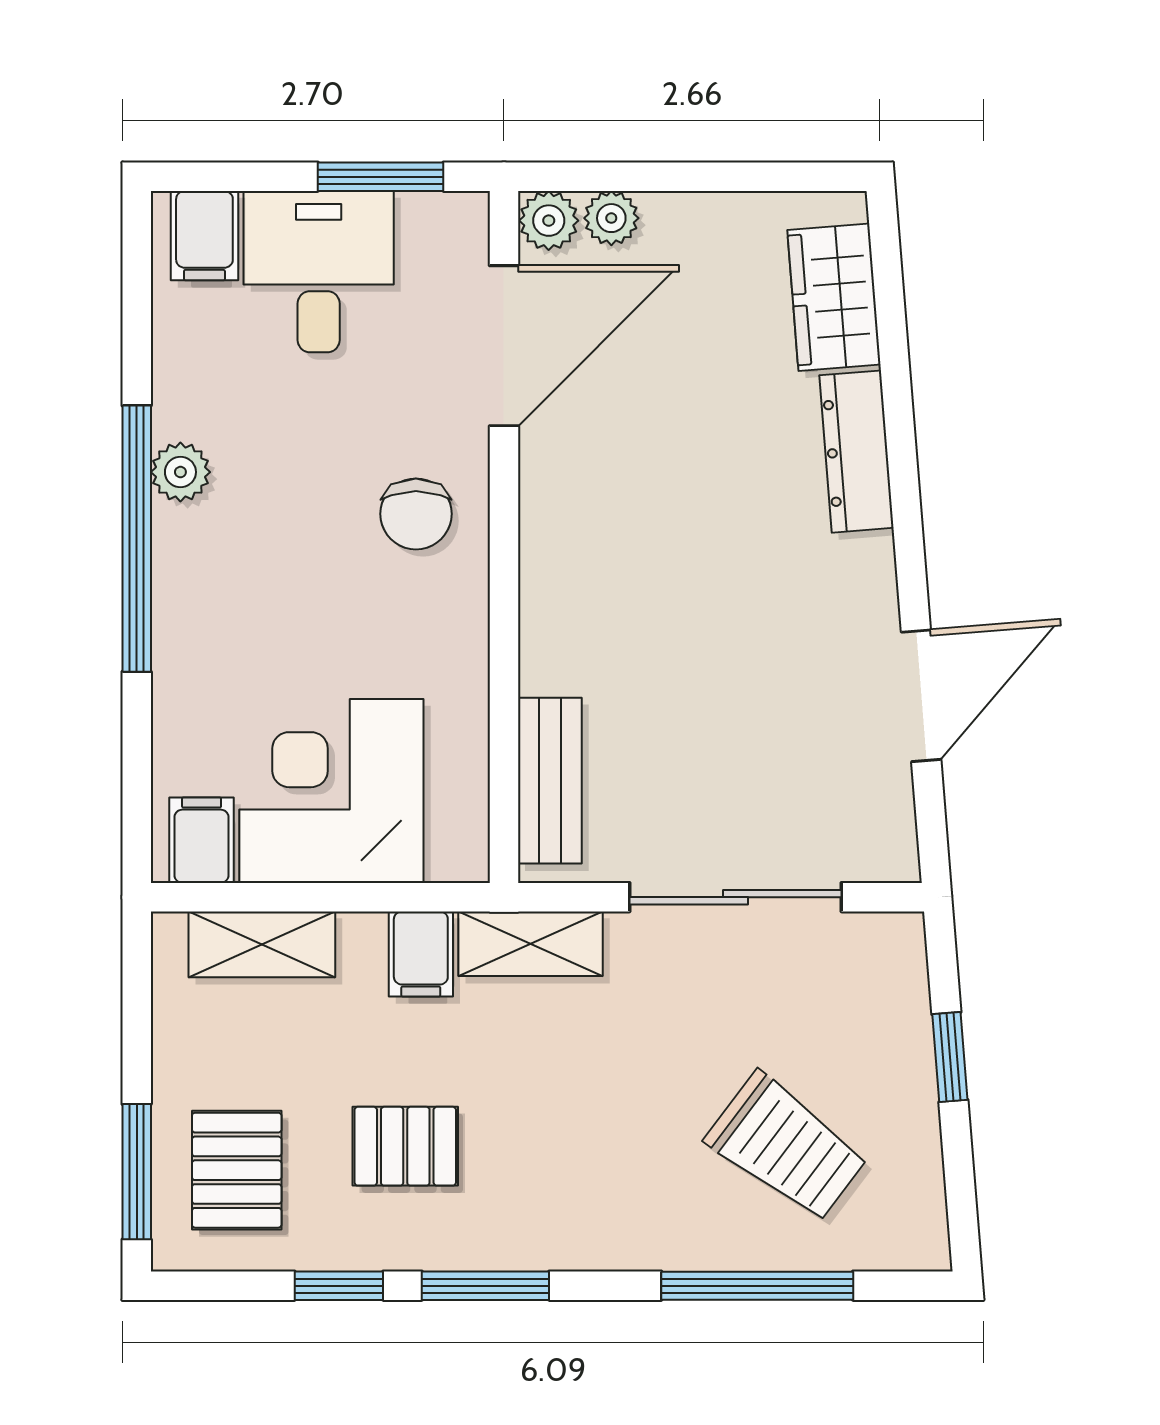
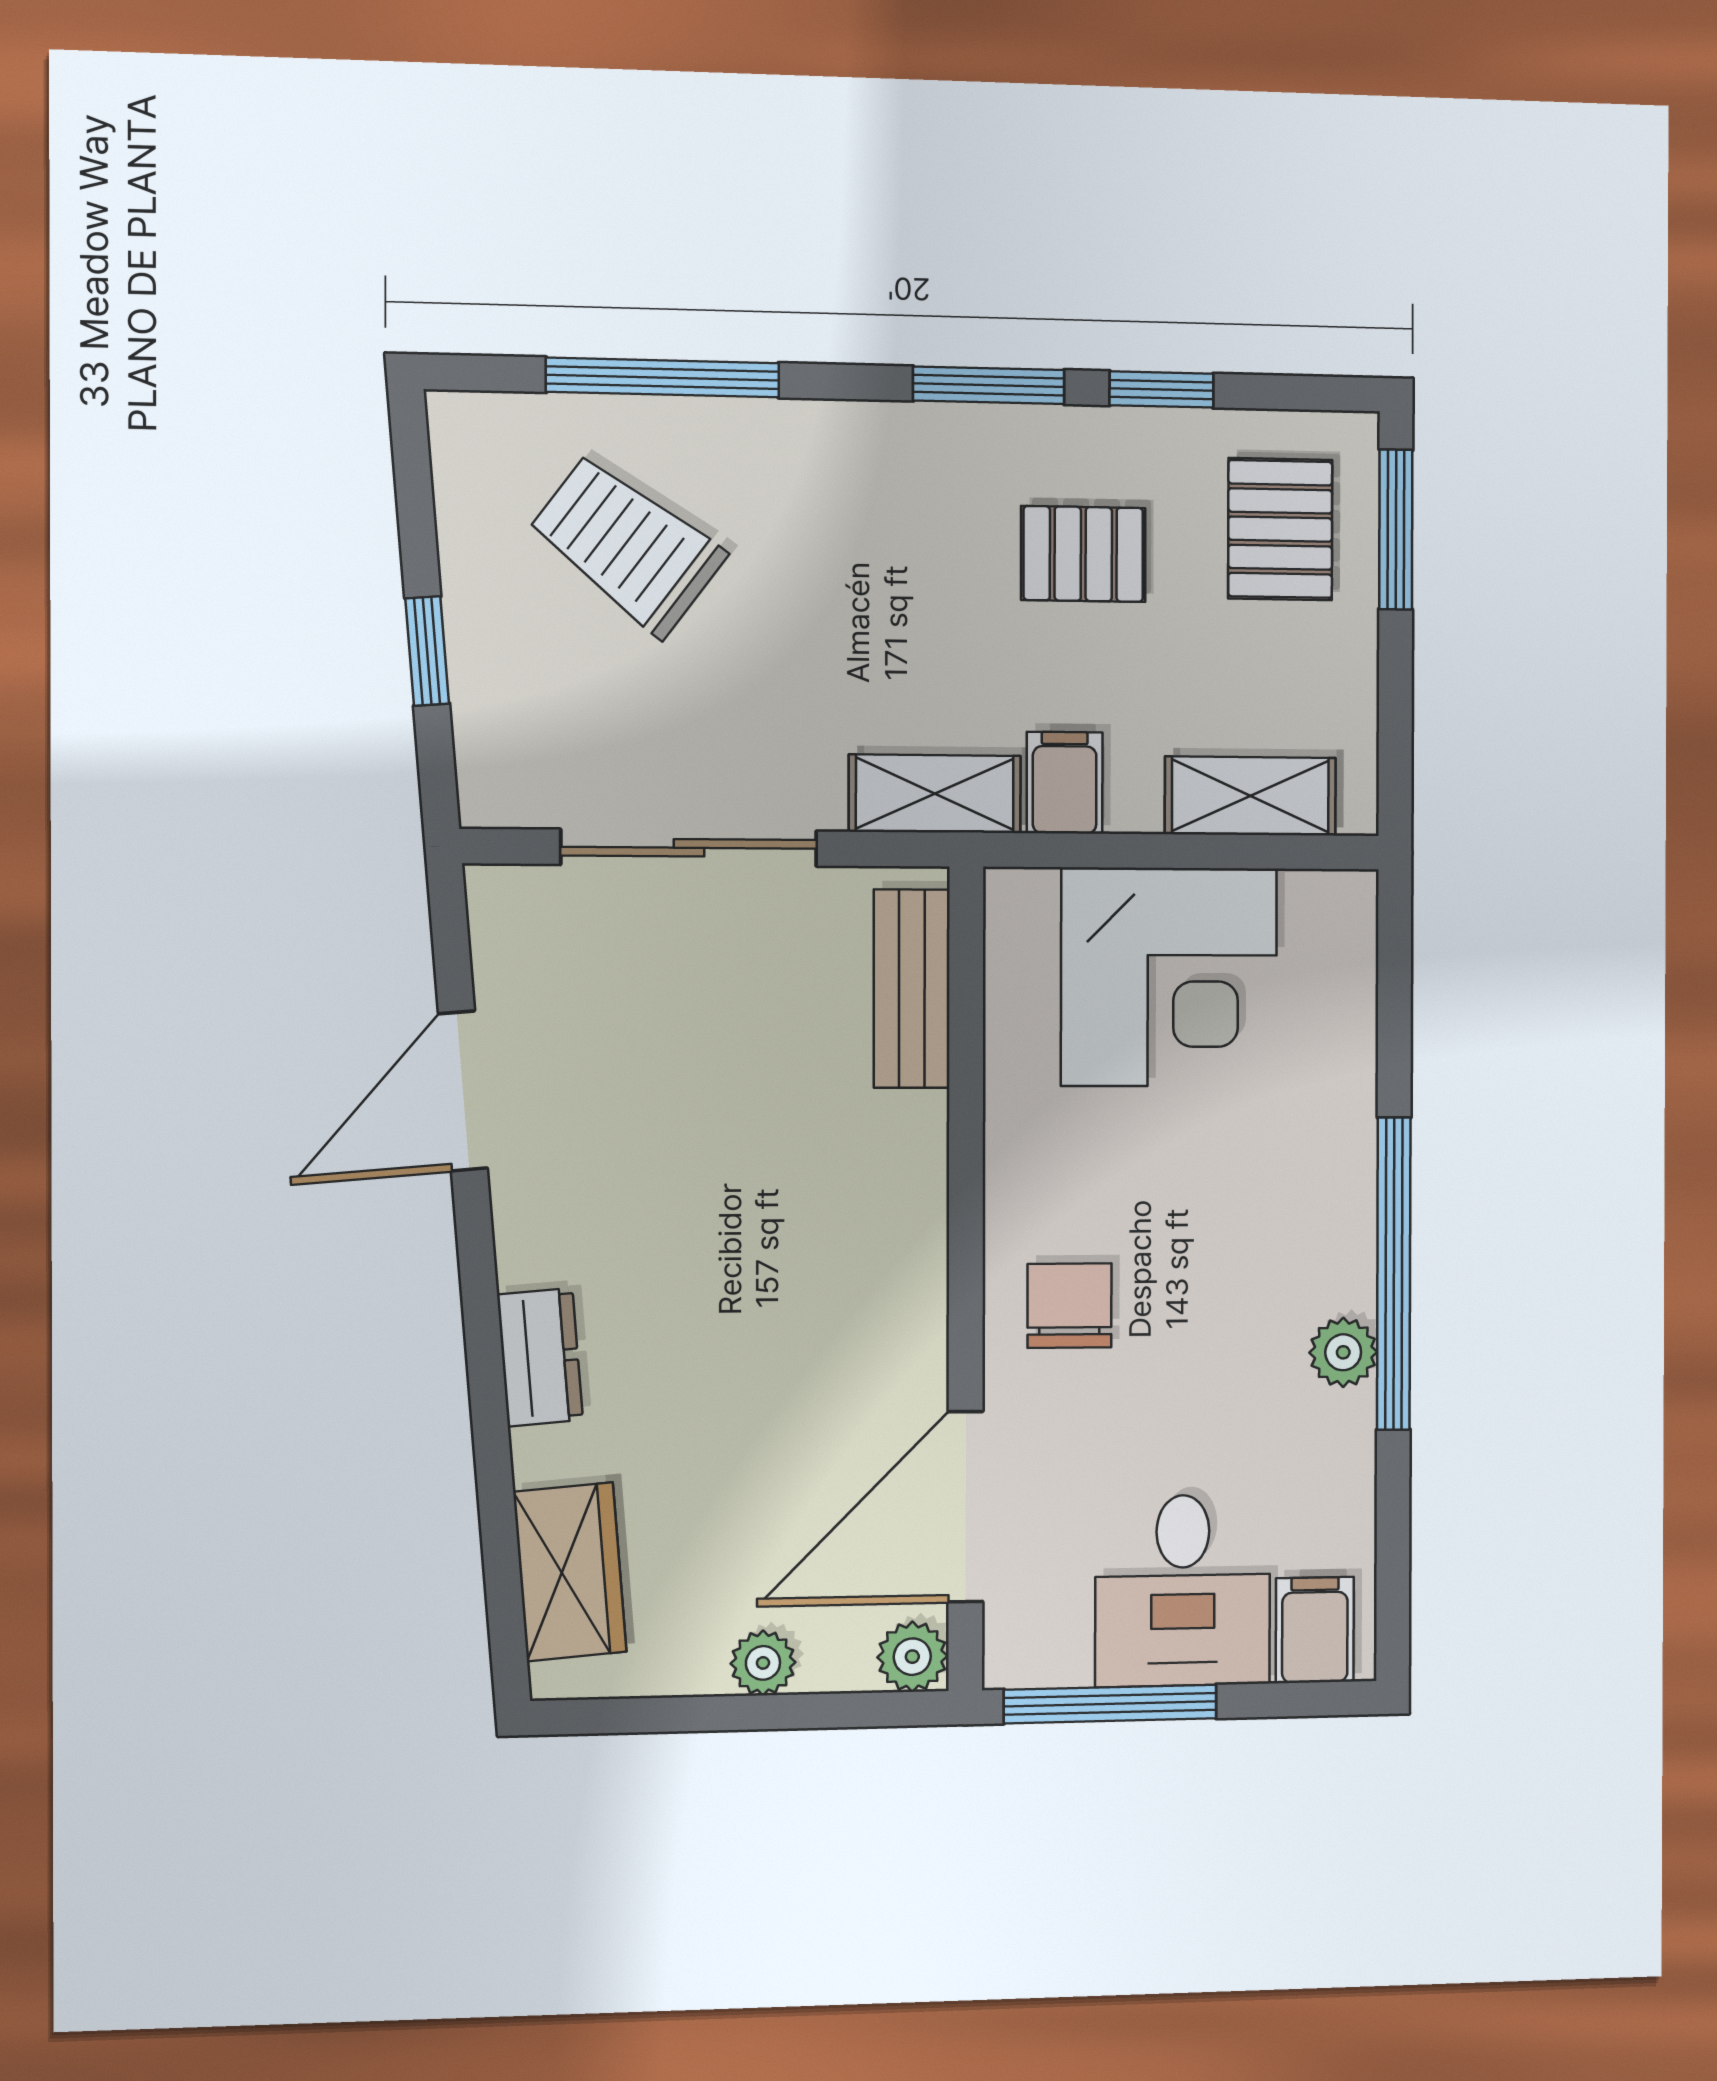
window: (381, 177) -> (1110, 1704), width x1.44
plant: (611, 218) -> (763, 1663), moved
dresser: (856, 452) -> (540, 1357), width x0.70
filing cabinet: (202, 840) -> (1320, 919), removed

